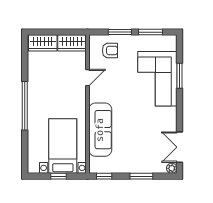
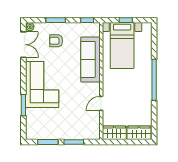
armchair: (110, 51) -> (56, 41), moved
corner sofa: (157, 79) -> (42, 84), moved

